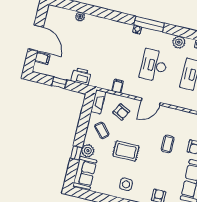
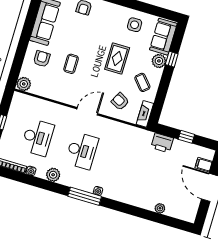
filing cabinet: (118, 86) -> (123, 130), removed
rug: (126, 151) -> (117, 59), turned 90
side table: (126, 184) -> (135, 25), moved

